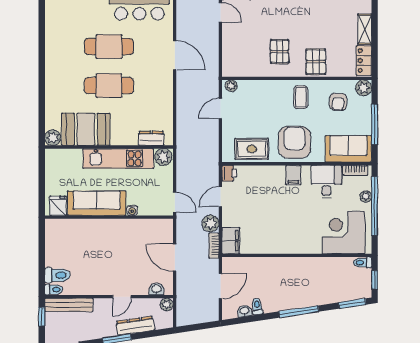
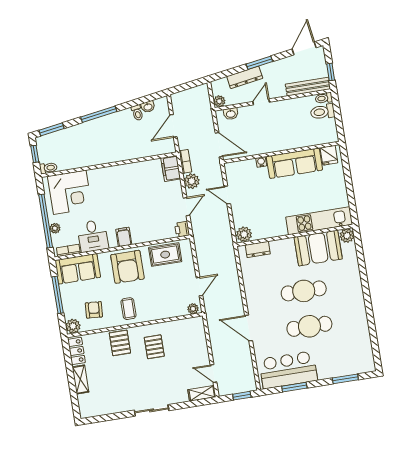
kitchen unit: (118, 158) -> (319, 221), moved
sofa: (97, 203) -> (294, 163), moved
fridge: (58, 206) -> (329, 155), moved
water cooler: (132, 210) -> (261, 162), moved
wall: (109, 217) -> (281, 152), moved

